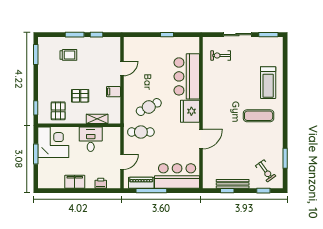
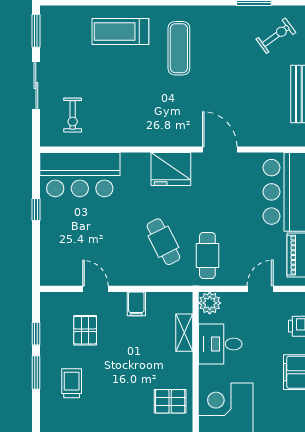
bar counter: (187, 76) -> (80, 175), moved
treadmill: (268, 83) -> (120, 31), turned 180
pallet: (80, 96) -> (85, 330), moved
plant: (114, 133) -> (210, 303), added
door: (122, 162) -> (260, 289), hinge flipped

